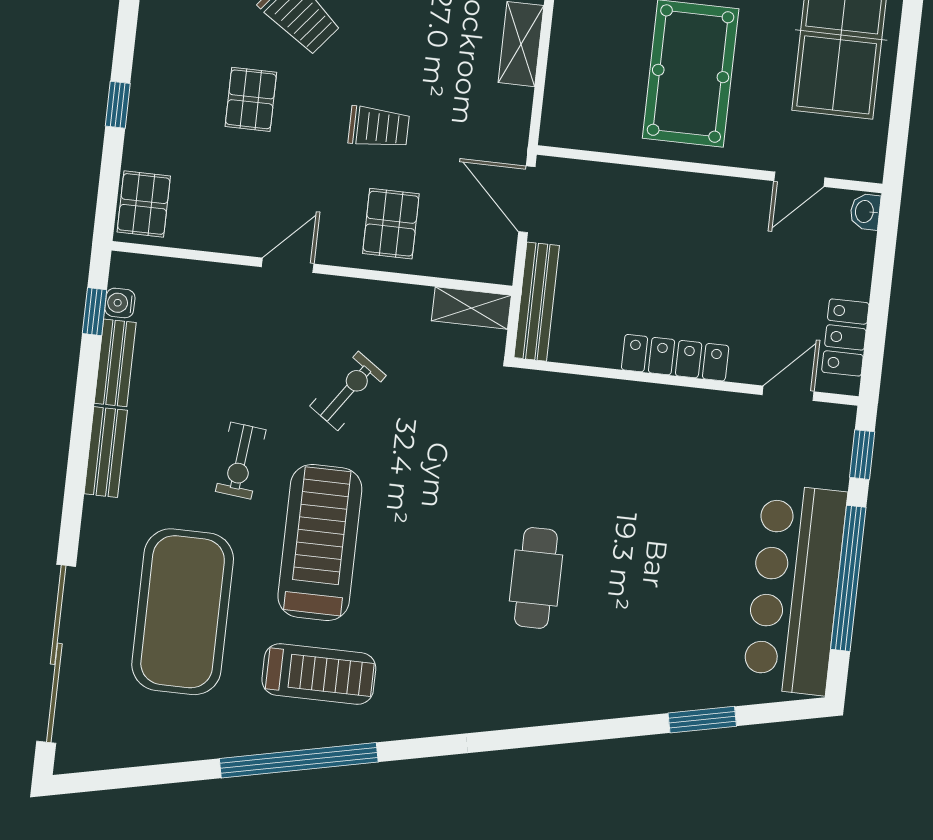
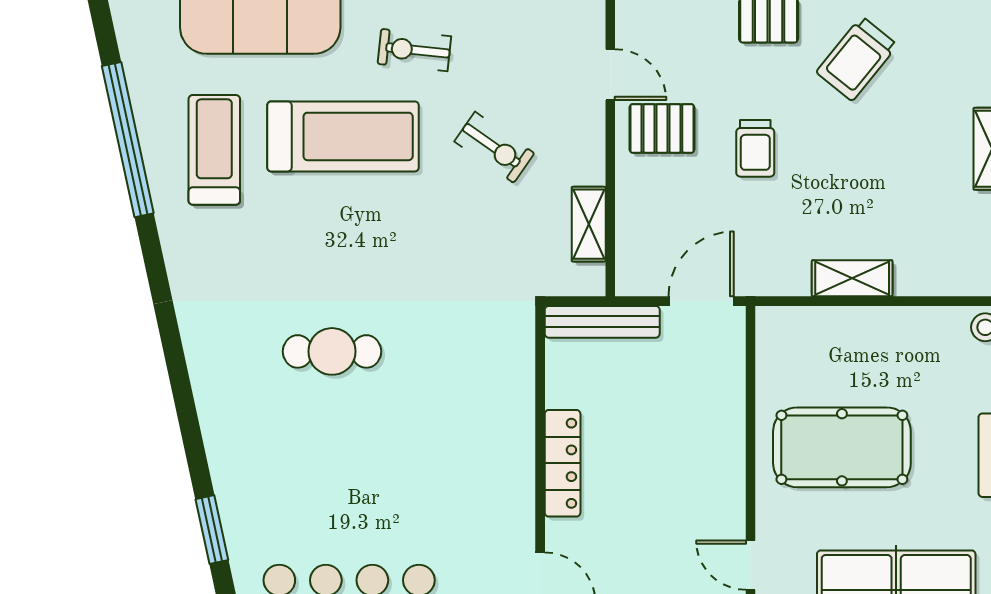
pallet: (391, 224) -> (662, 128), moved
shelving: (471, 308) -> (589, 224), moved
treadmill: (319, 674) -> (214, 150), turned 180

